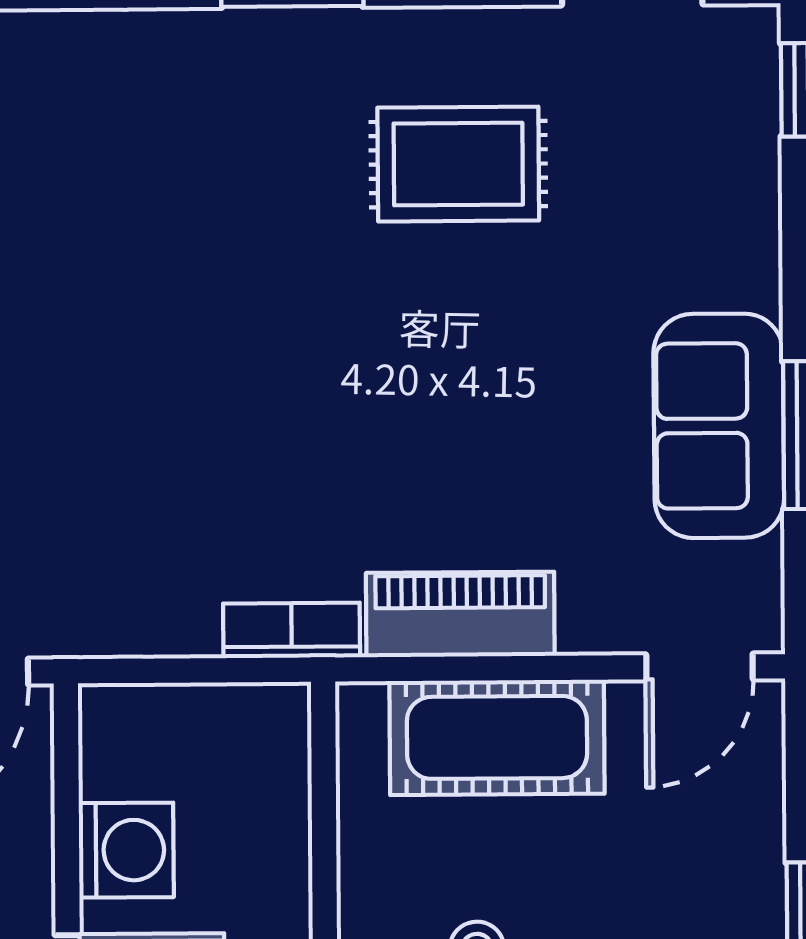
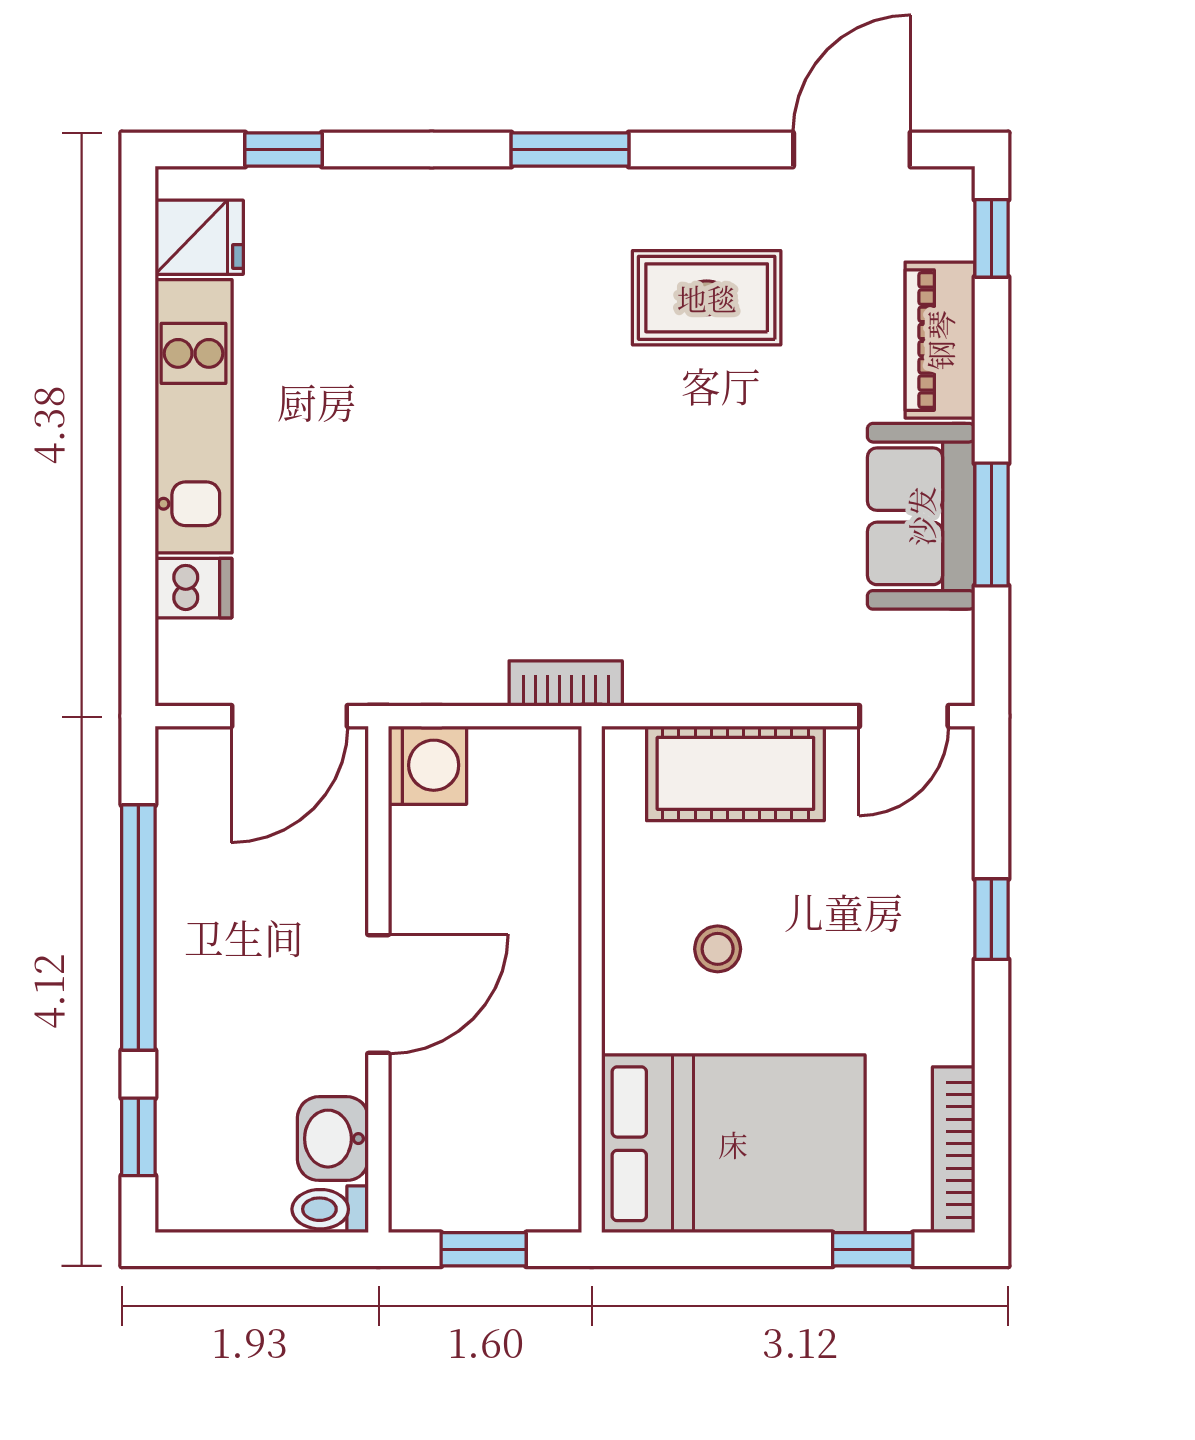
piano: (460, 614) -> (940, 340), moved, turned -90
washing machine: (126, 850) -> (427, 765), moved

